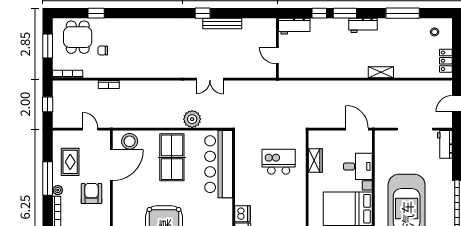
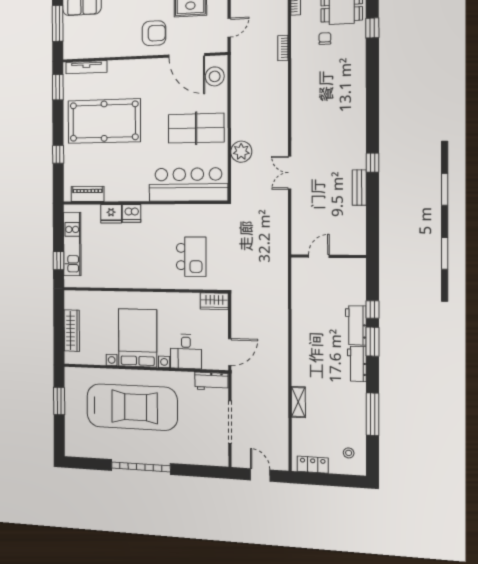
bench: (222, 23) -> (359, 188), width x0.73
workbench: (294, 26) -> (356, 325), moved
shelving: (381, 72) -> (298, 402), moved
workbench: (445, 144) -> (211, 381), moved, turned 180
wardrobe: (315, 161) -> (214, 301), moved

